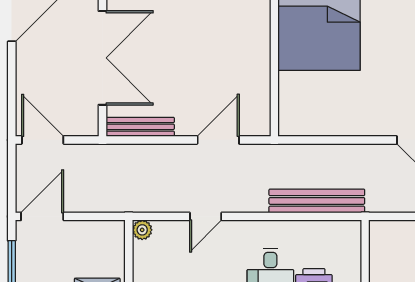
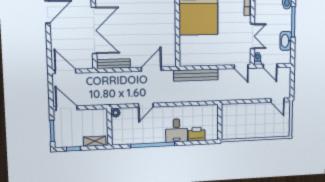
bench: (317, 201) -> (196, 75), moved
door: (42, 216) -> (67, 108), hinge flipped

